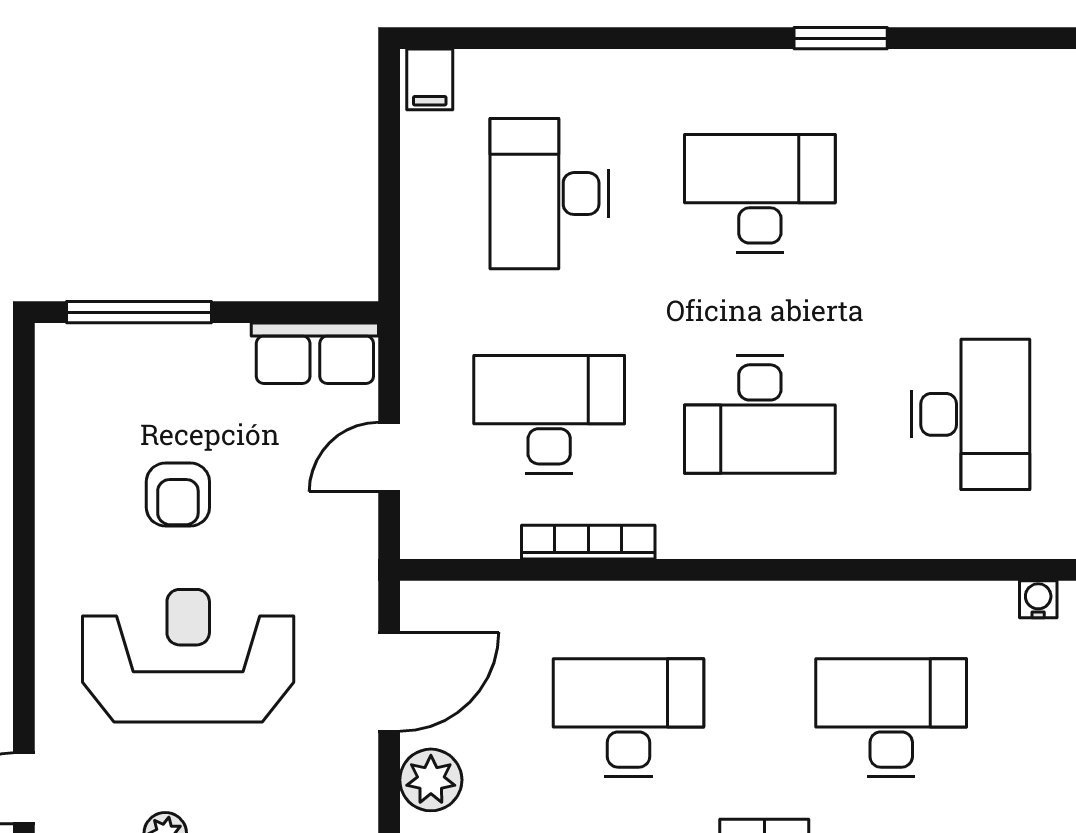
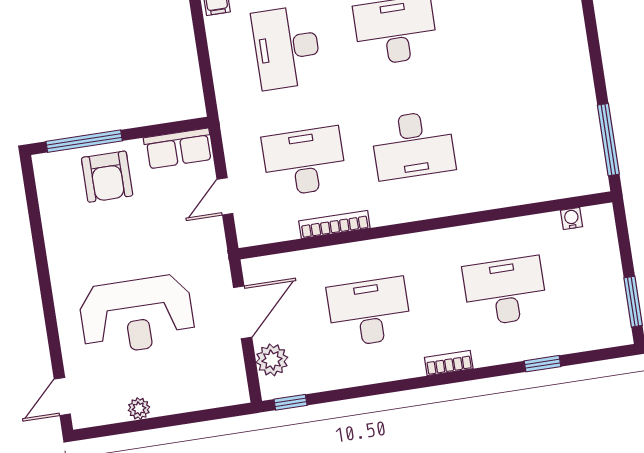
desk: (971, 414) -> (522, 128), removed
armchair: (178, 495) -> (107, 177), moved, width x1.38, depth x1.38
reception desk: (188, 656) -> (137, 315), turned 180

